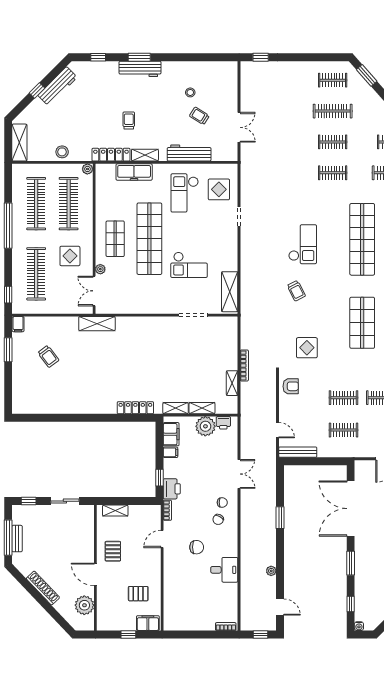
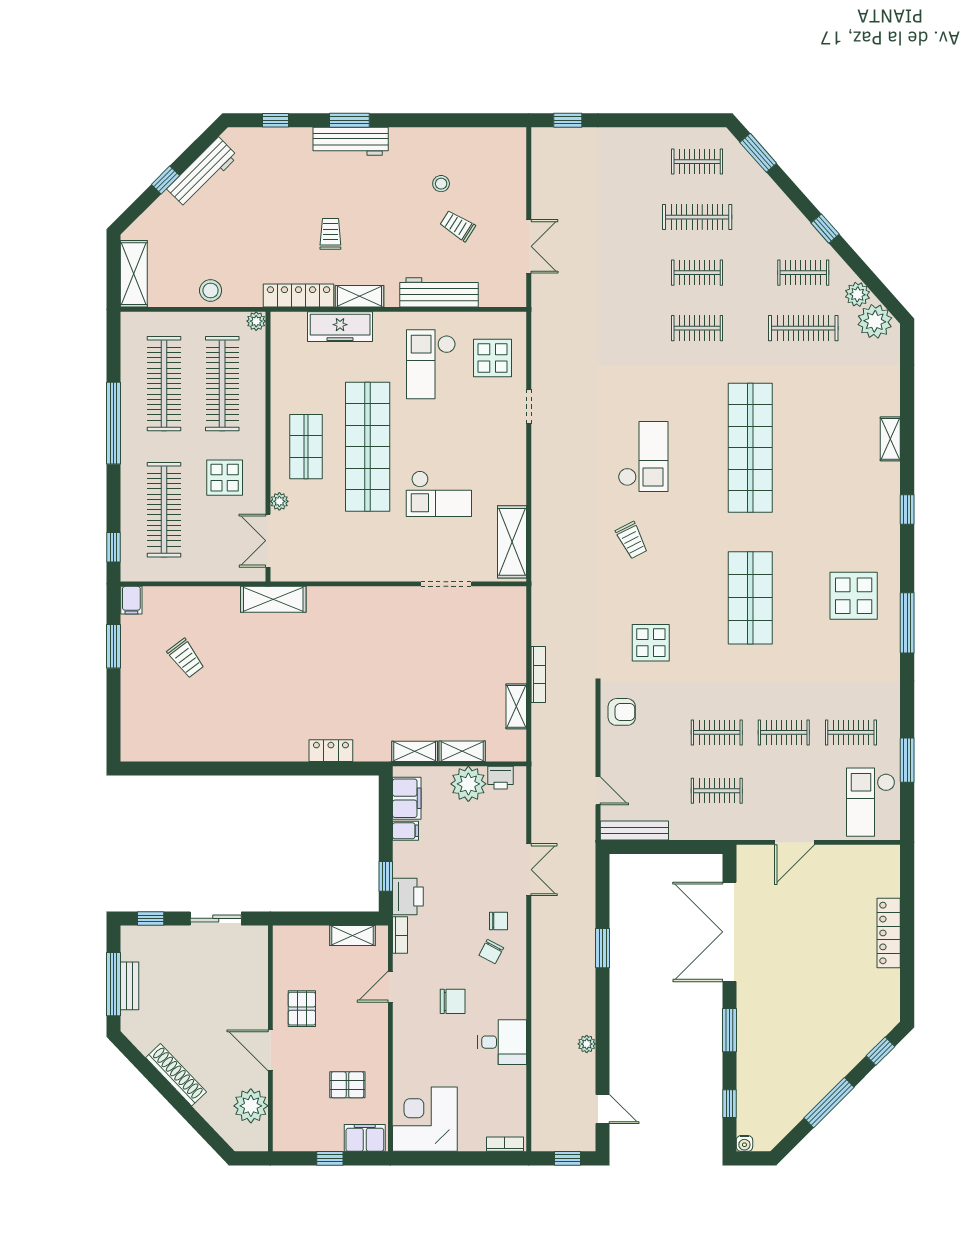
locker: (135, 408) -> (331, 751), width x0.66
shelving: (115, 511) -> (352, 936), moved
corner desk: (181, 613) -> (425, 1119), added

